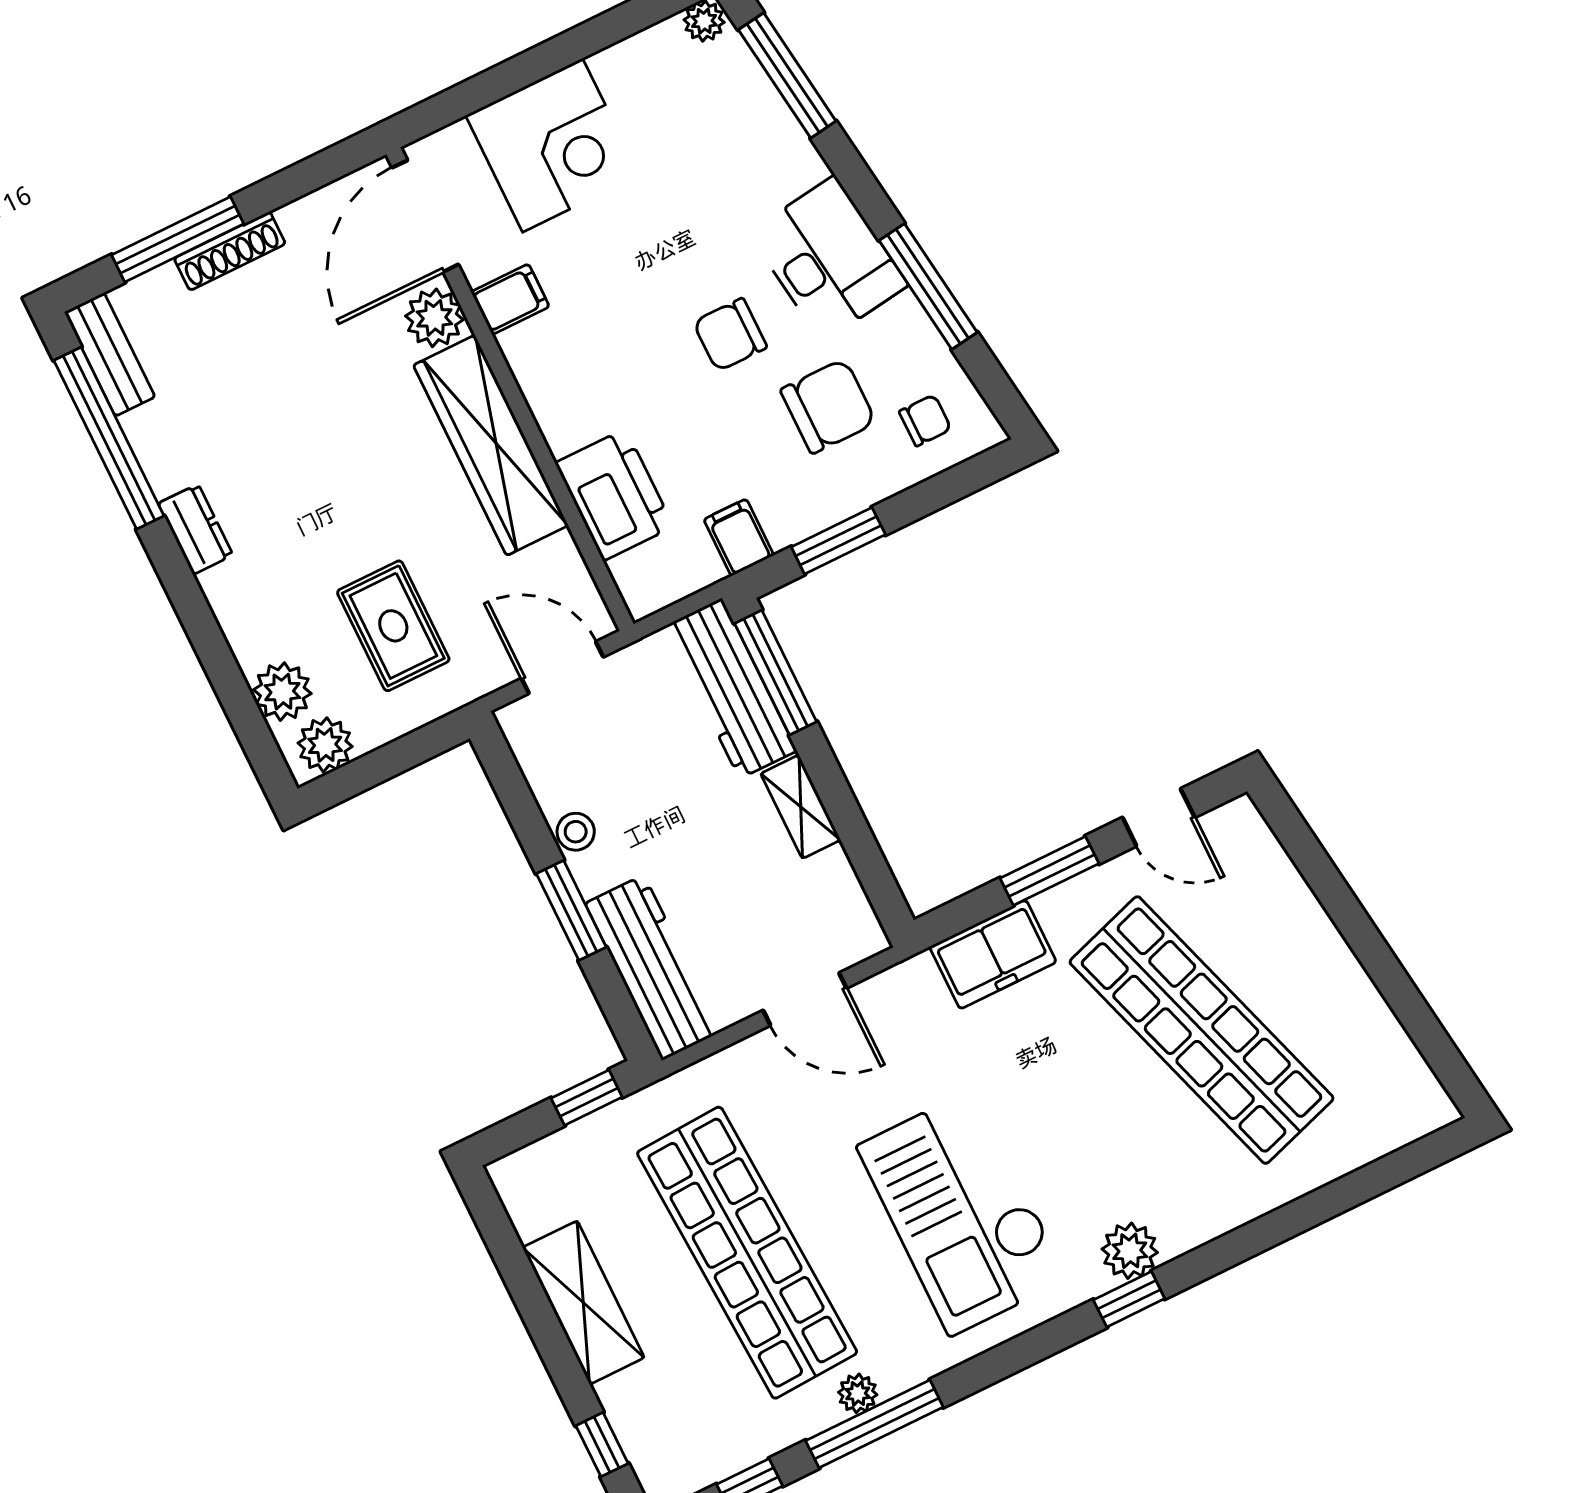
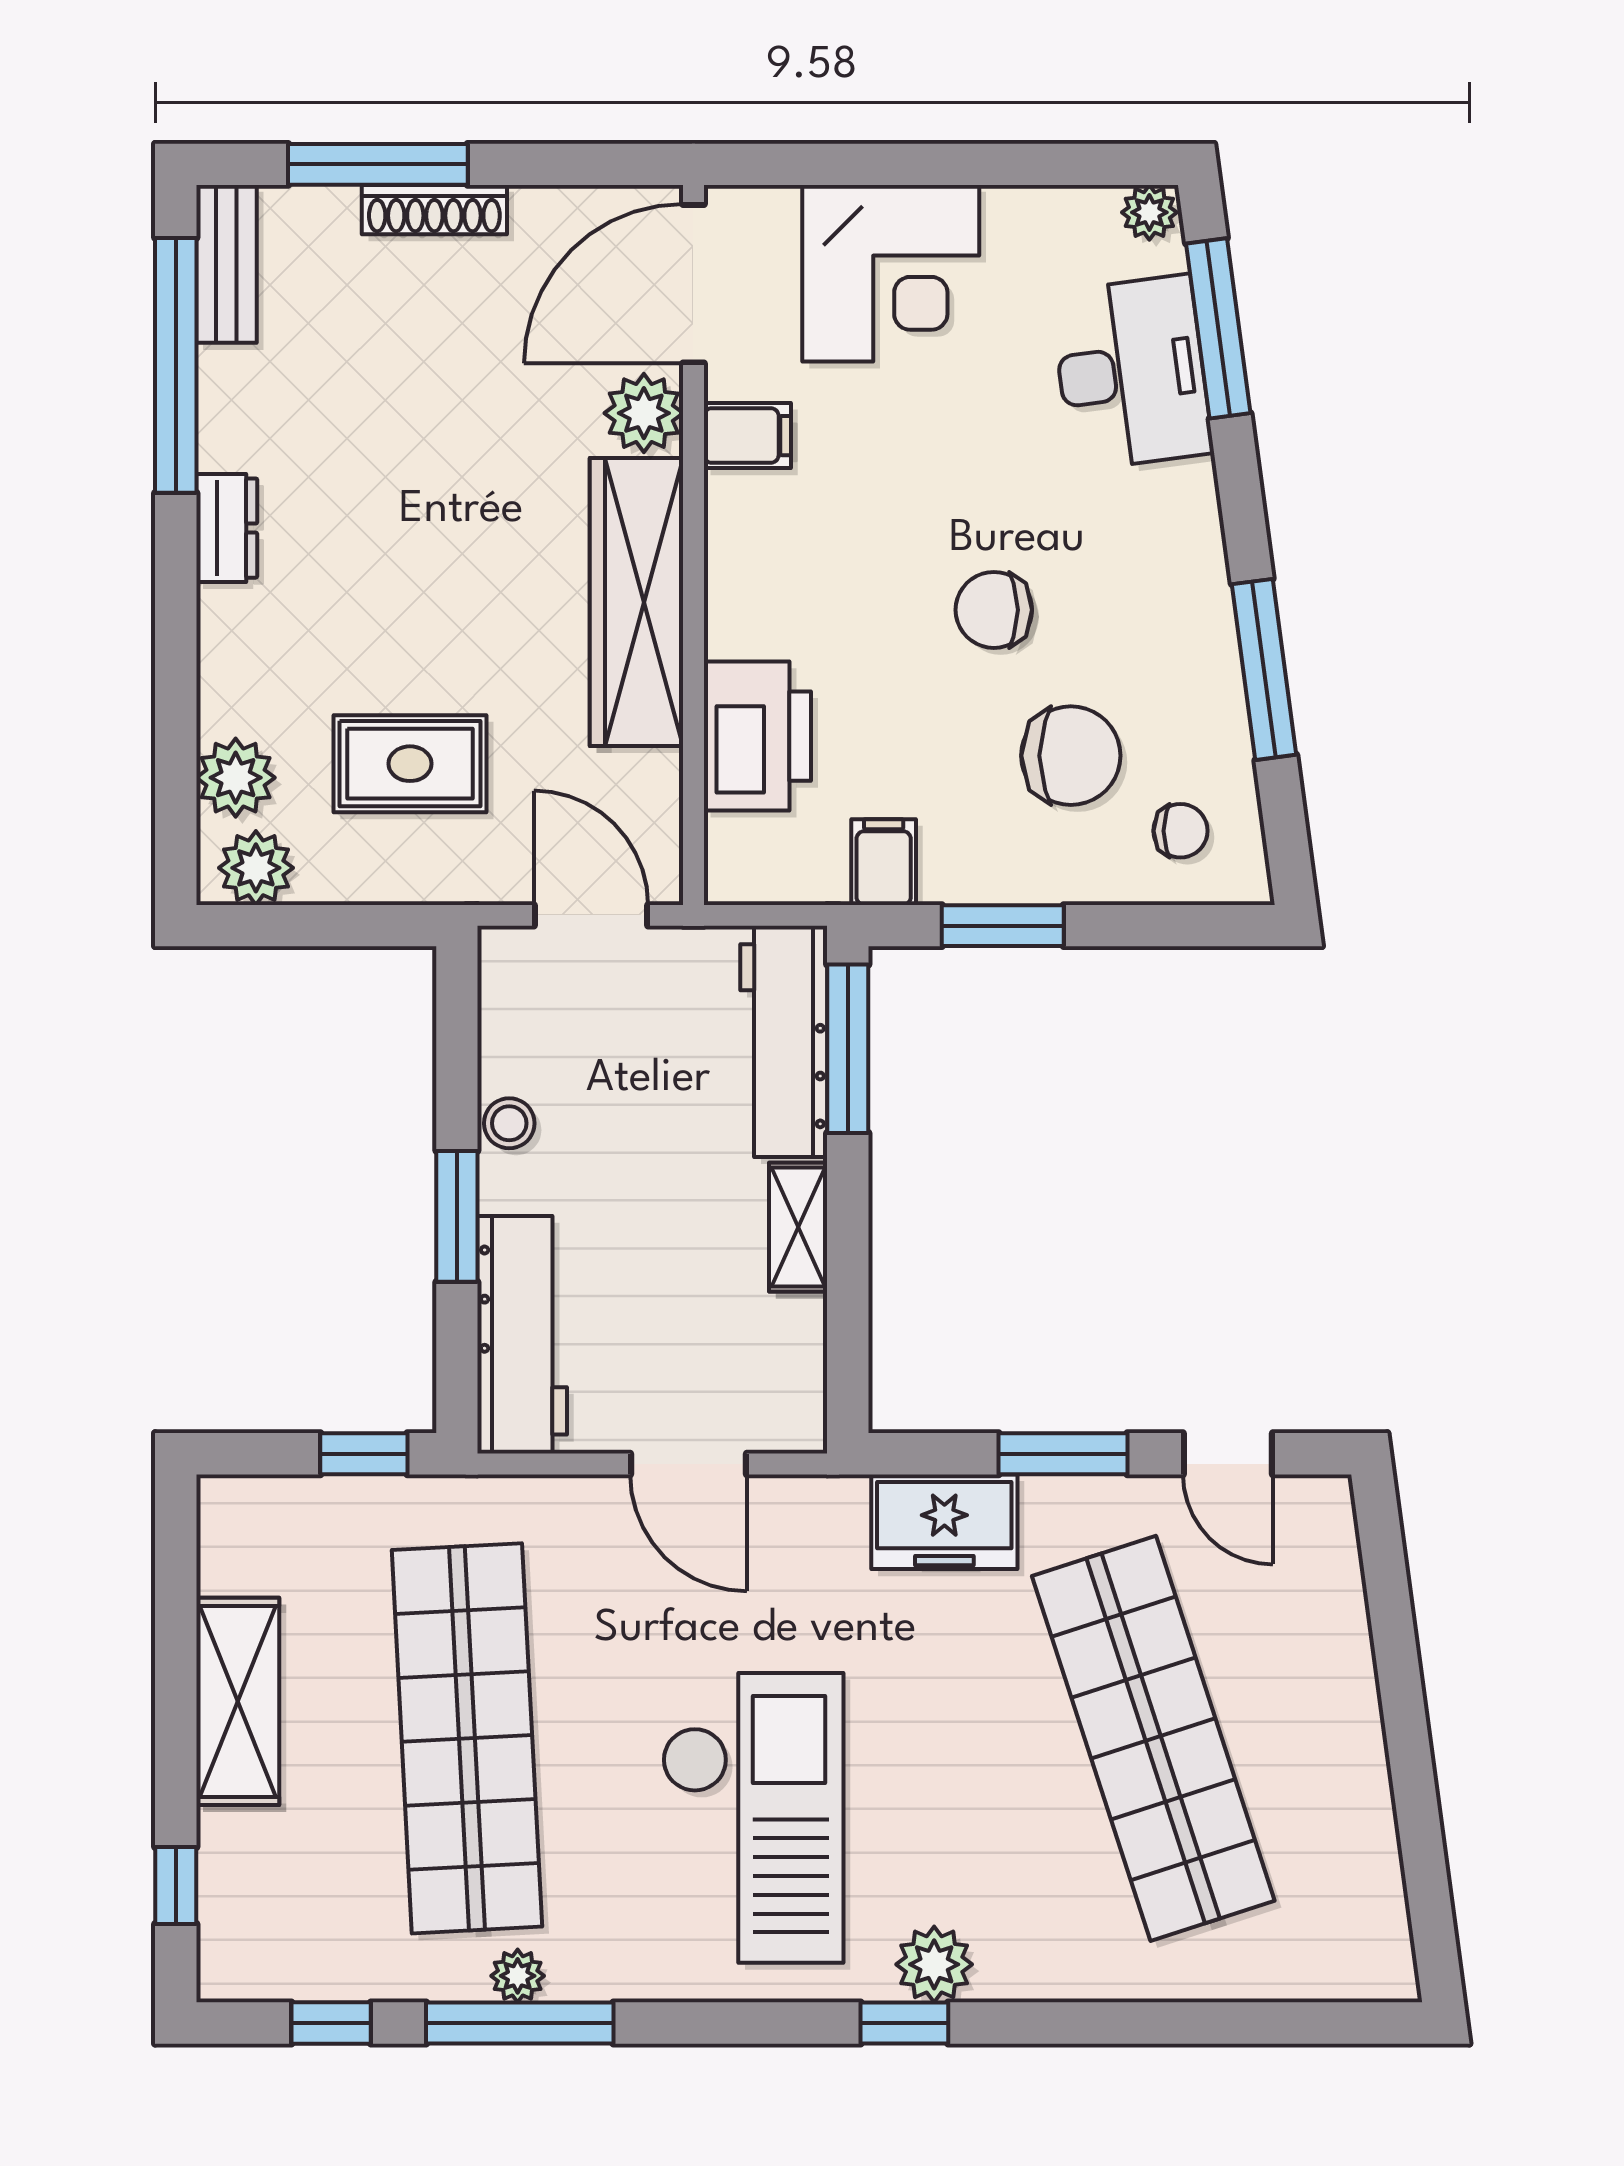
desk: (828, 259) -> (1131, 373), moved
rug: (393, 626) -> (410, 764), turned 90
checkout: (962, 1213) -> (753, 1818), turned 180

